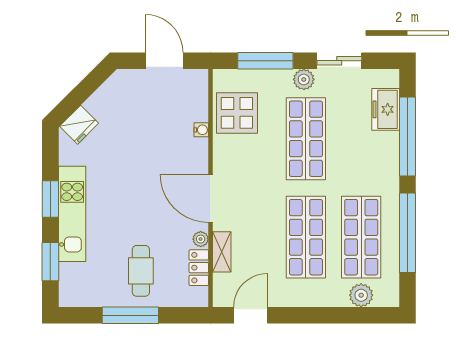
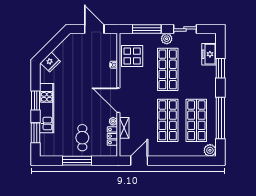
window: (407, 136) -> (220, 68), width x0.47
plant: (361, 295) -> (210, 150), moved

